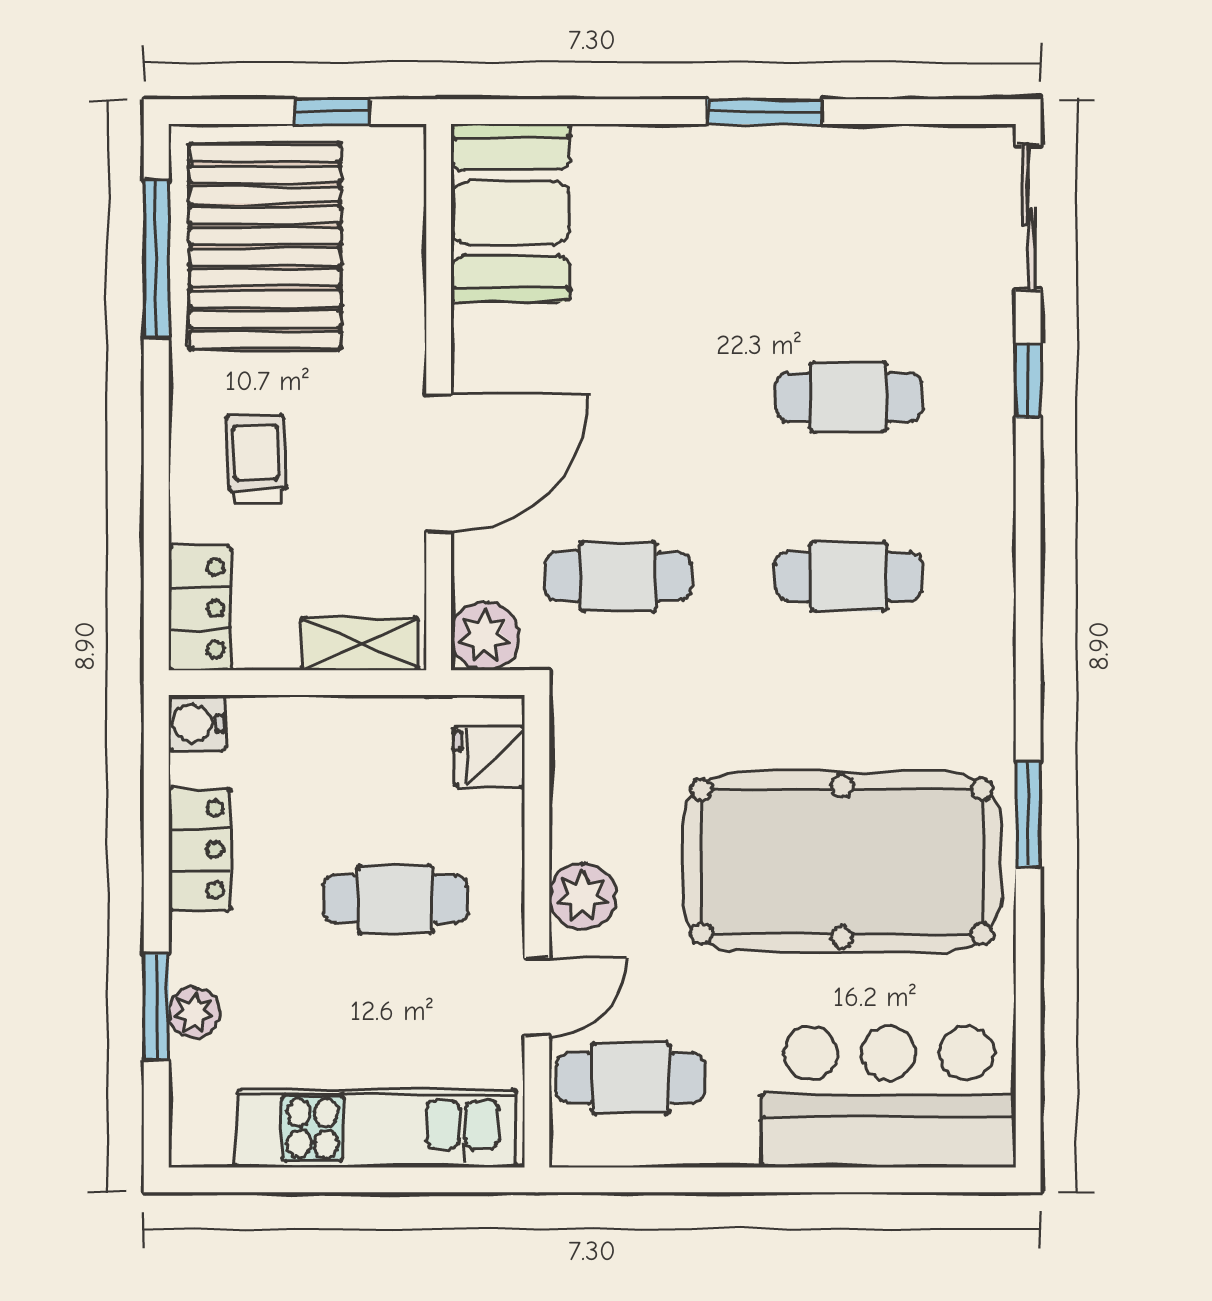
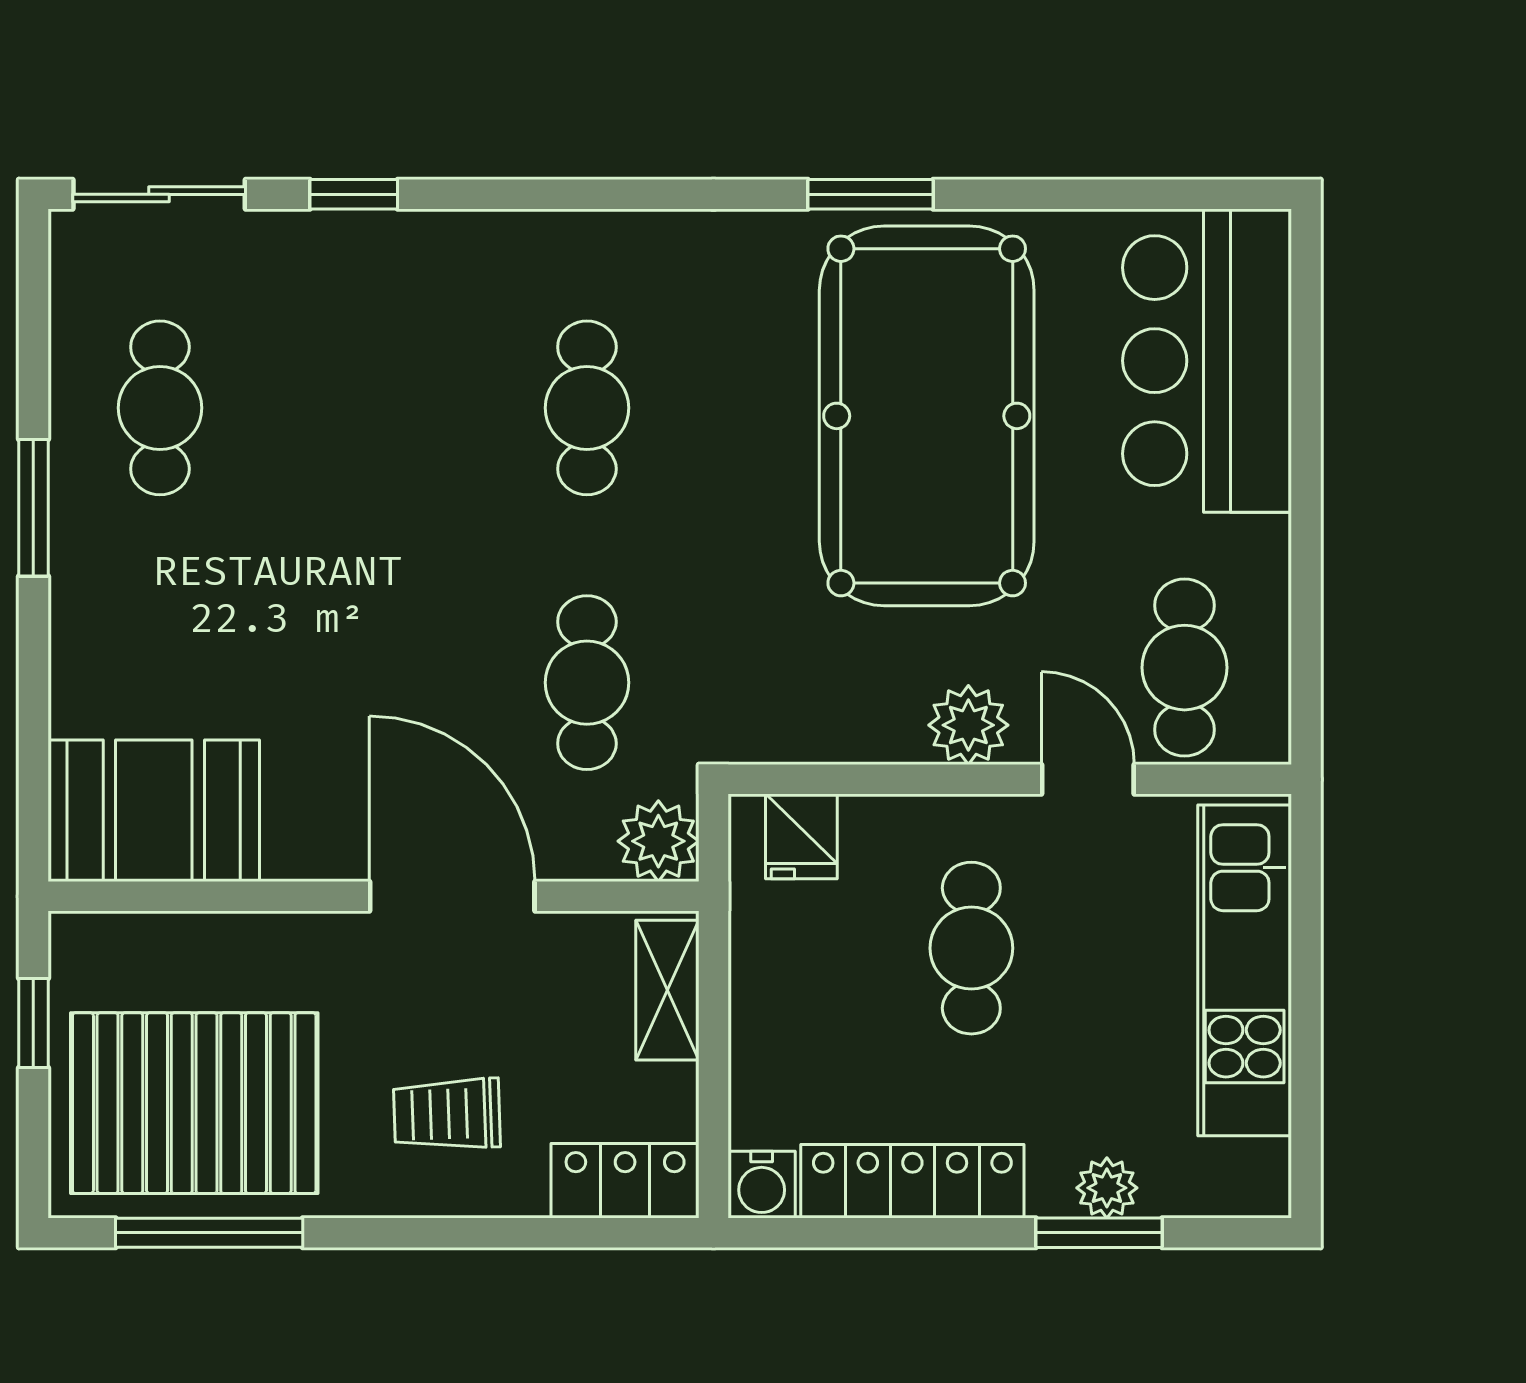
cafe table: (849, 397) -> (160, 408), moved
locker: (200, 850) -> (912, 1181), width x1.53

